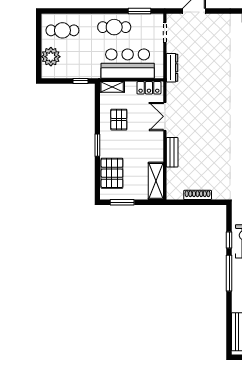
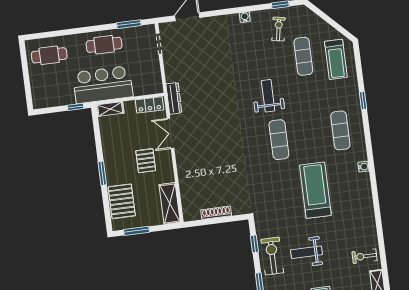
plant: (51, 57) -> (40, 85), removed
bar counter: (128, 64) -> (103, 85), moved
dresser: (172, 68) -> (174, 98), moved
pallet: (119, 120) -> (146, 161), moved
bench: (172, 152) -> (183, 171), removed
window: (229, 240) -> (254, 244), moved

